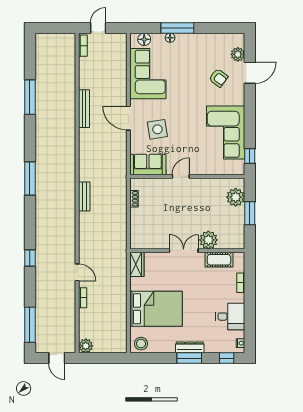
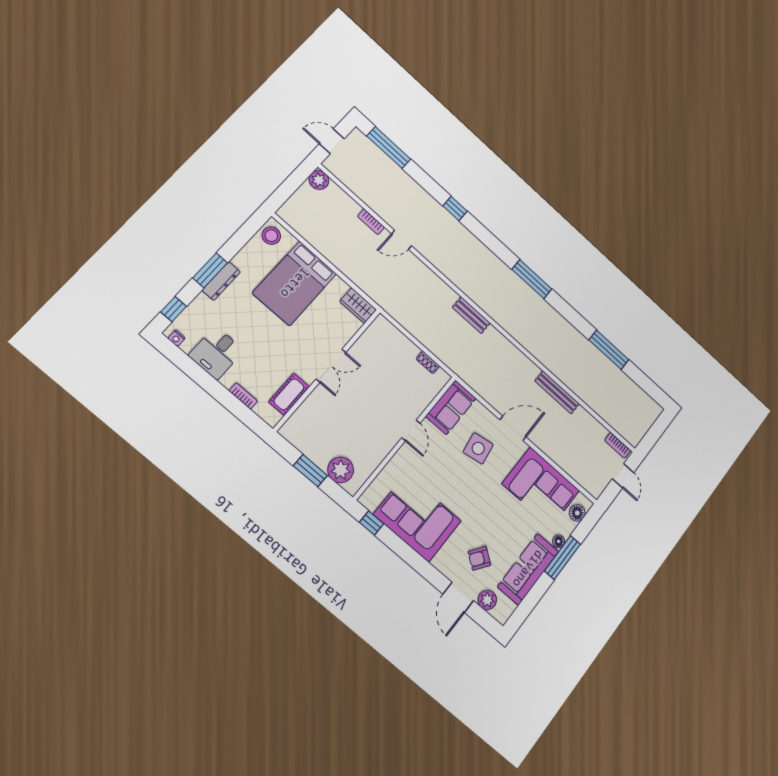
sofa: (201, 44) -> (528, 569), added
plant: (208, 240) -> (320, 402), removed

